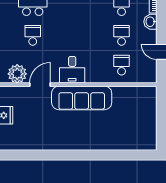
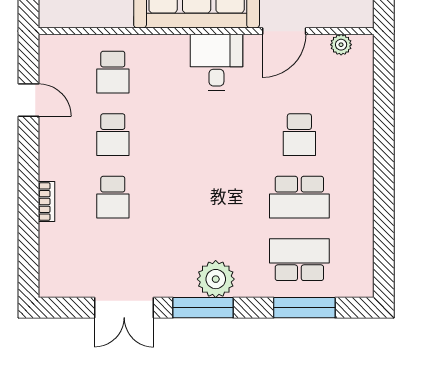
washbasin: (150, 22) -> (52, 163), removed
plant: (17, 74) -> (341, 45), width x0.53, depth x0.53

